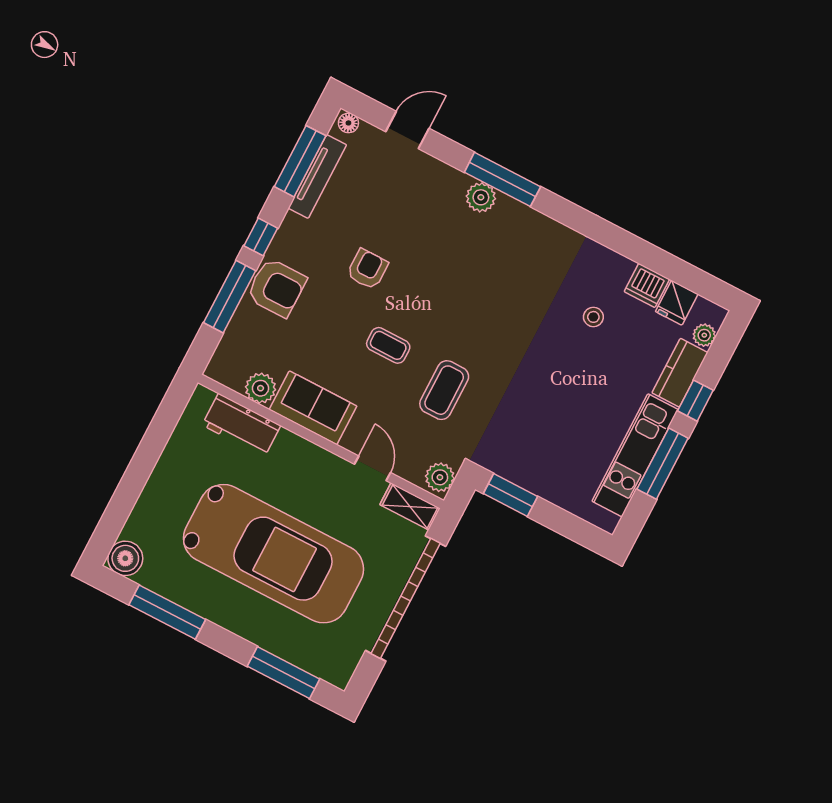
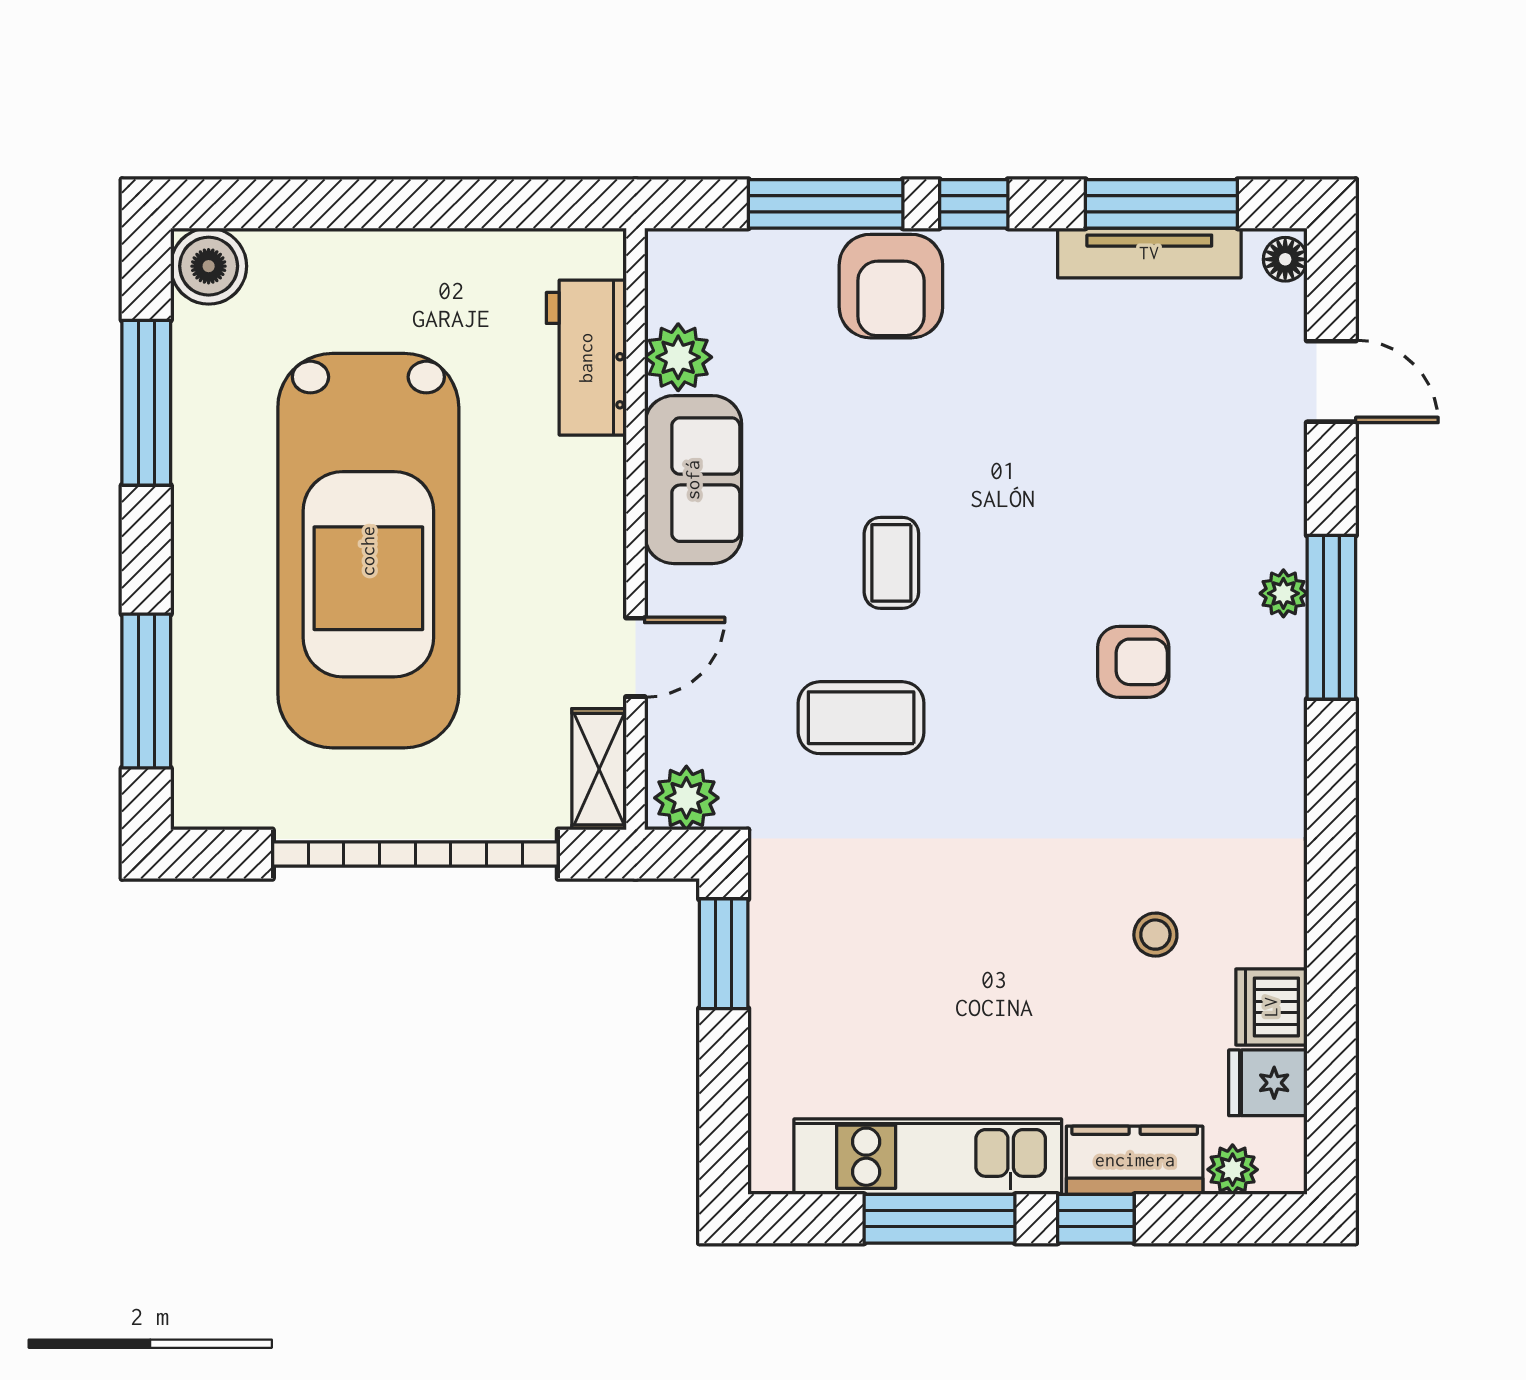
plant: (481, 197) -> (1283, 593), width x0.73, depth x0.73
armchair: (367, 269) -> (1133, 662), moved

